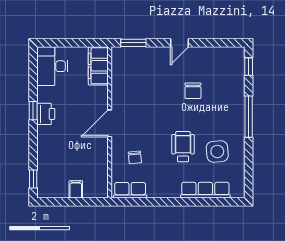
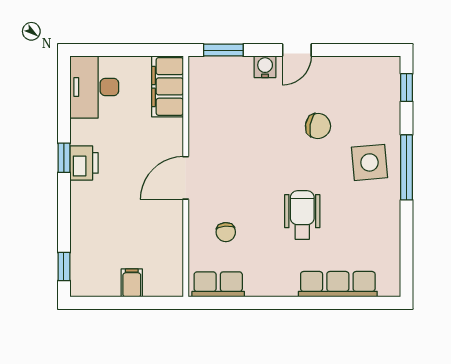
water cooler: (160, 53) -> (265, 67), added
chair: (193, 91) -> (318, 126), turned -80
side table: (217, 151) -> (369, 162), moved

